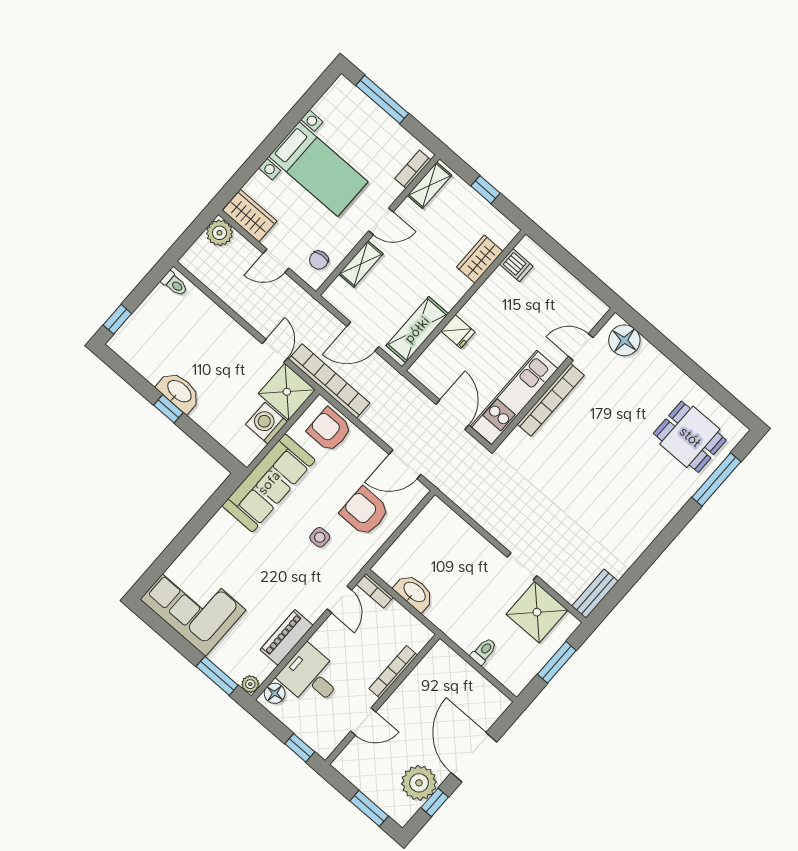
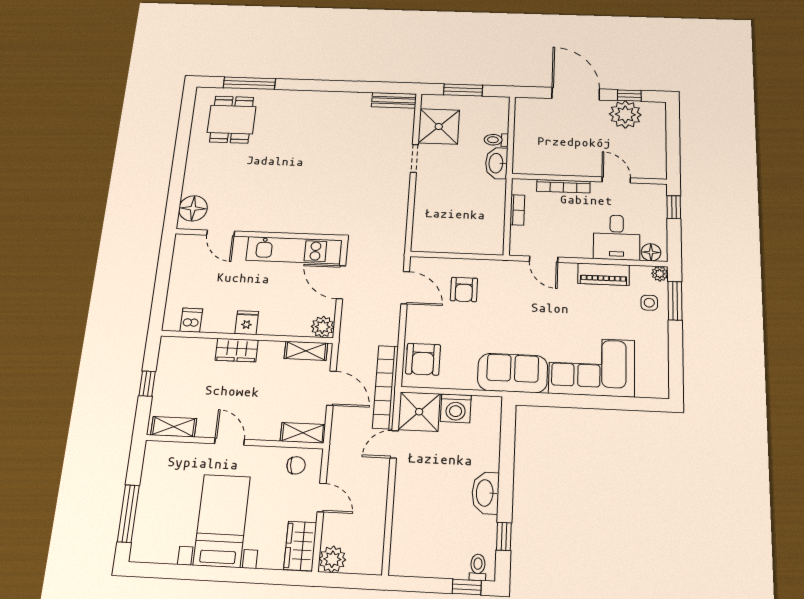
bookcase: (413, 169) -> (170, 448), removed
wardrobe: (480, 259) -> (237, 350), moved
shelving: (361, 264) -> (303, 433), moved
toilet: (174, 284) -> (478, 567), moved
shelving: (417, 330) -> (306, 351), width x0.67, depth x0.75
fridge: (458, 332) -> (247, 323), moved
plant: (423, 369) -> (323, 327), added
bookcase: (551, 400) -> (276, 225), removed
window: (168, 409) -> (504, 536), moved
door: (452, 415) -> (341, 282), hinge flipped
sofa: (269, 483) -> (513, 373), width x0.73
armchair: (365, 512) -> (464, 289), width x0.72, depth x0.72
side table: (320, 537) -> (649, 303), moved
bookcase: (375, 591) -> (517, 210), moved
washbasin: (414, 592) -> (497, 163), moved
door: (339, 599) -> (544, 259), swing flipped
corner sofa: (193, 605) -> (592, 367), moved, turned 90
door: (474, 757) -> (576, 94), swing flipped
window: (369, 808) -> (673, 132), removed

